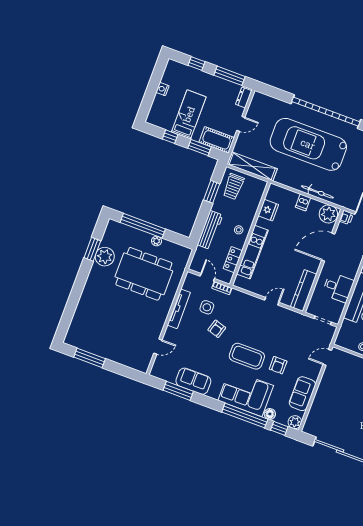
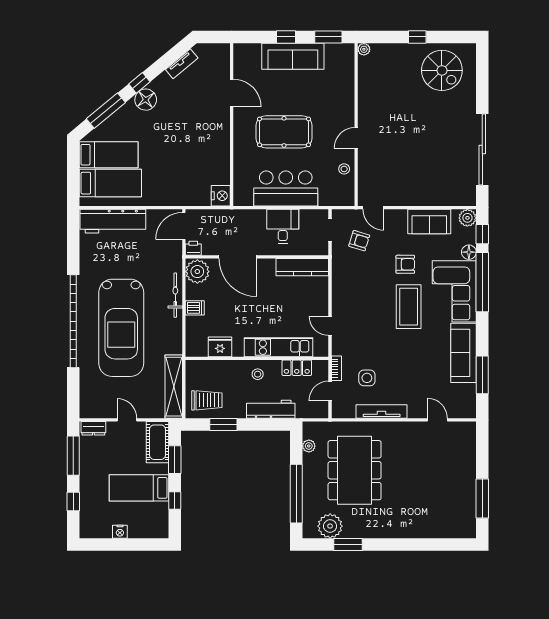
plant: (156, 241) -> (309, 446), moved
plant: (105, 257) -> (330, 526), moved
door: (272, 301) -> (330, 326), moved
armchair: (217, 329) -> (359, 241), moved
sofa: (193, 381) -> (464, 353), width x1.36

